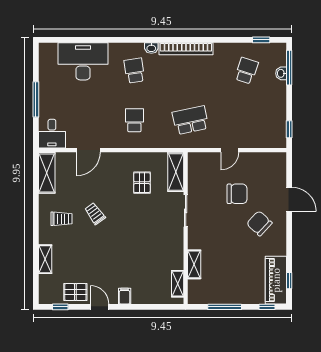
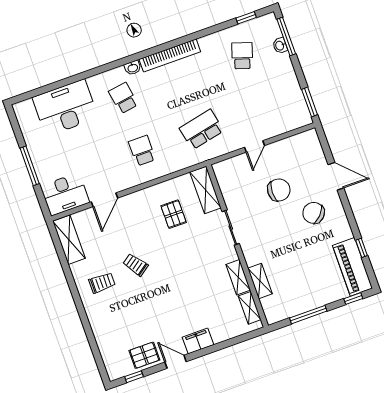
window: (289, 129) -> (310, 102), width x1.50
desk: (52, 134) -> (65, 194), width x1.37
shelving: (45, 259) -> (238, 277), moved
window: (289, 281) -> (361, 248), moved
filing cabinet: (125, 296) -> (198, 341), width x2.00

